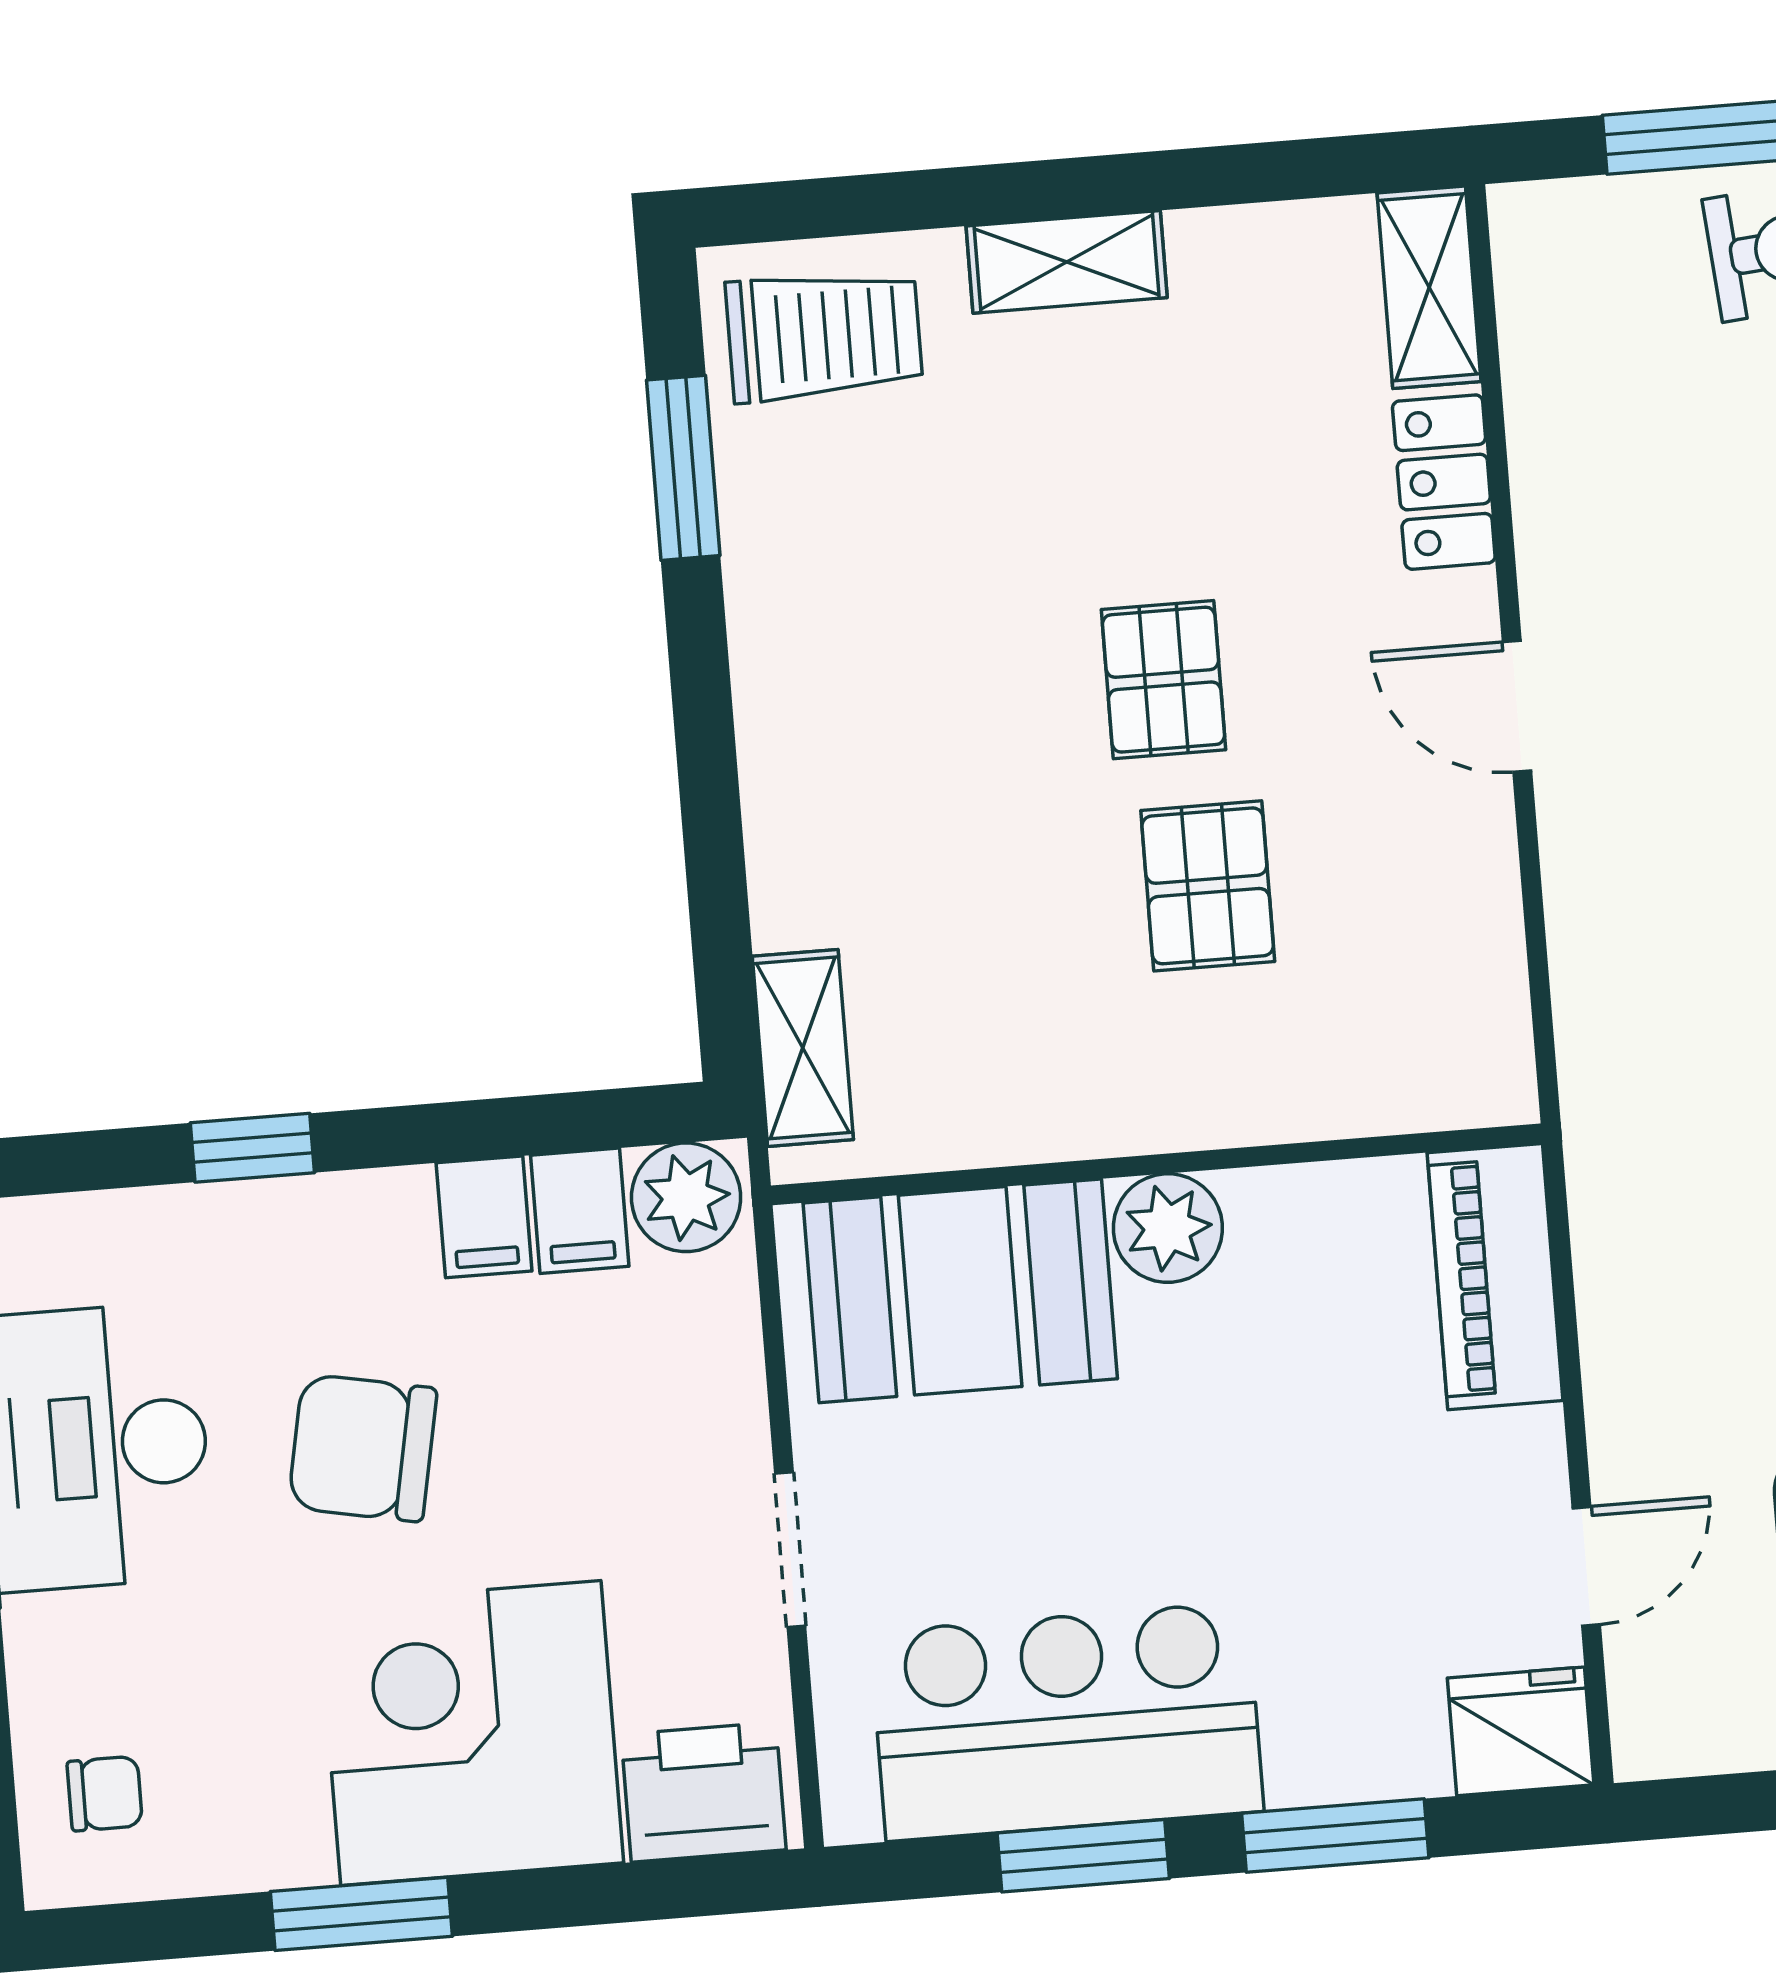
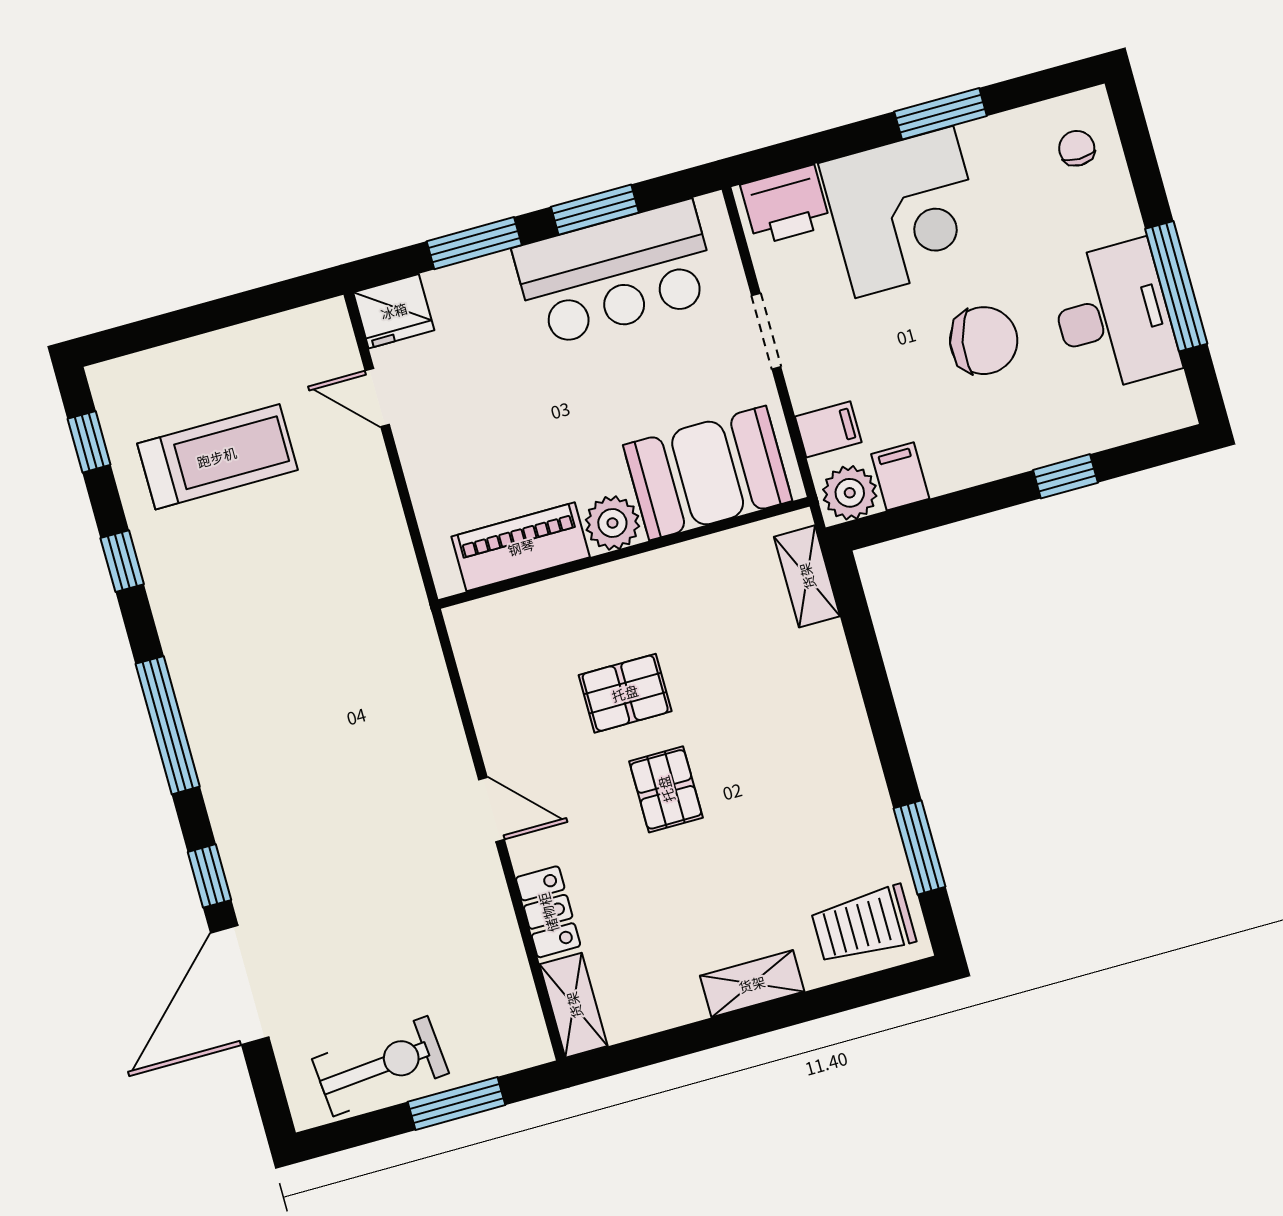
pallet: (1208, 886) -> (625, 693), turned 90
filing cabinet: (484, 1217) -> (828, 429), moved, turned 90
piano: (1495, 1277) -> (521, 547), moved, turned -90
door: (1586, 1566) -> (377, 398), hinge flipped
chair: (105, 1794) -> (1077, 148), turned 90

